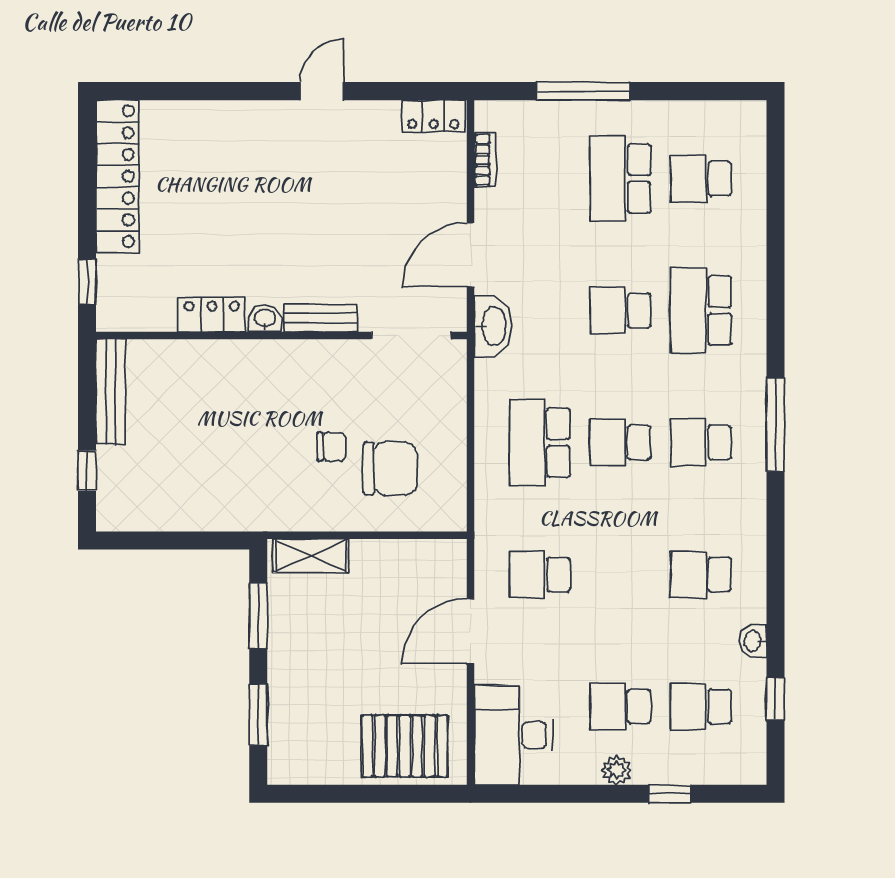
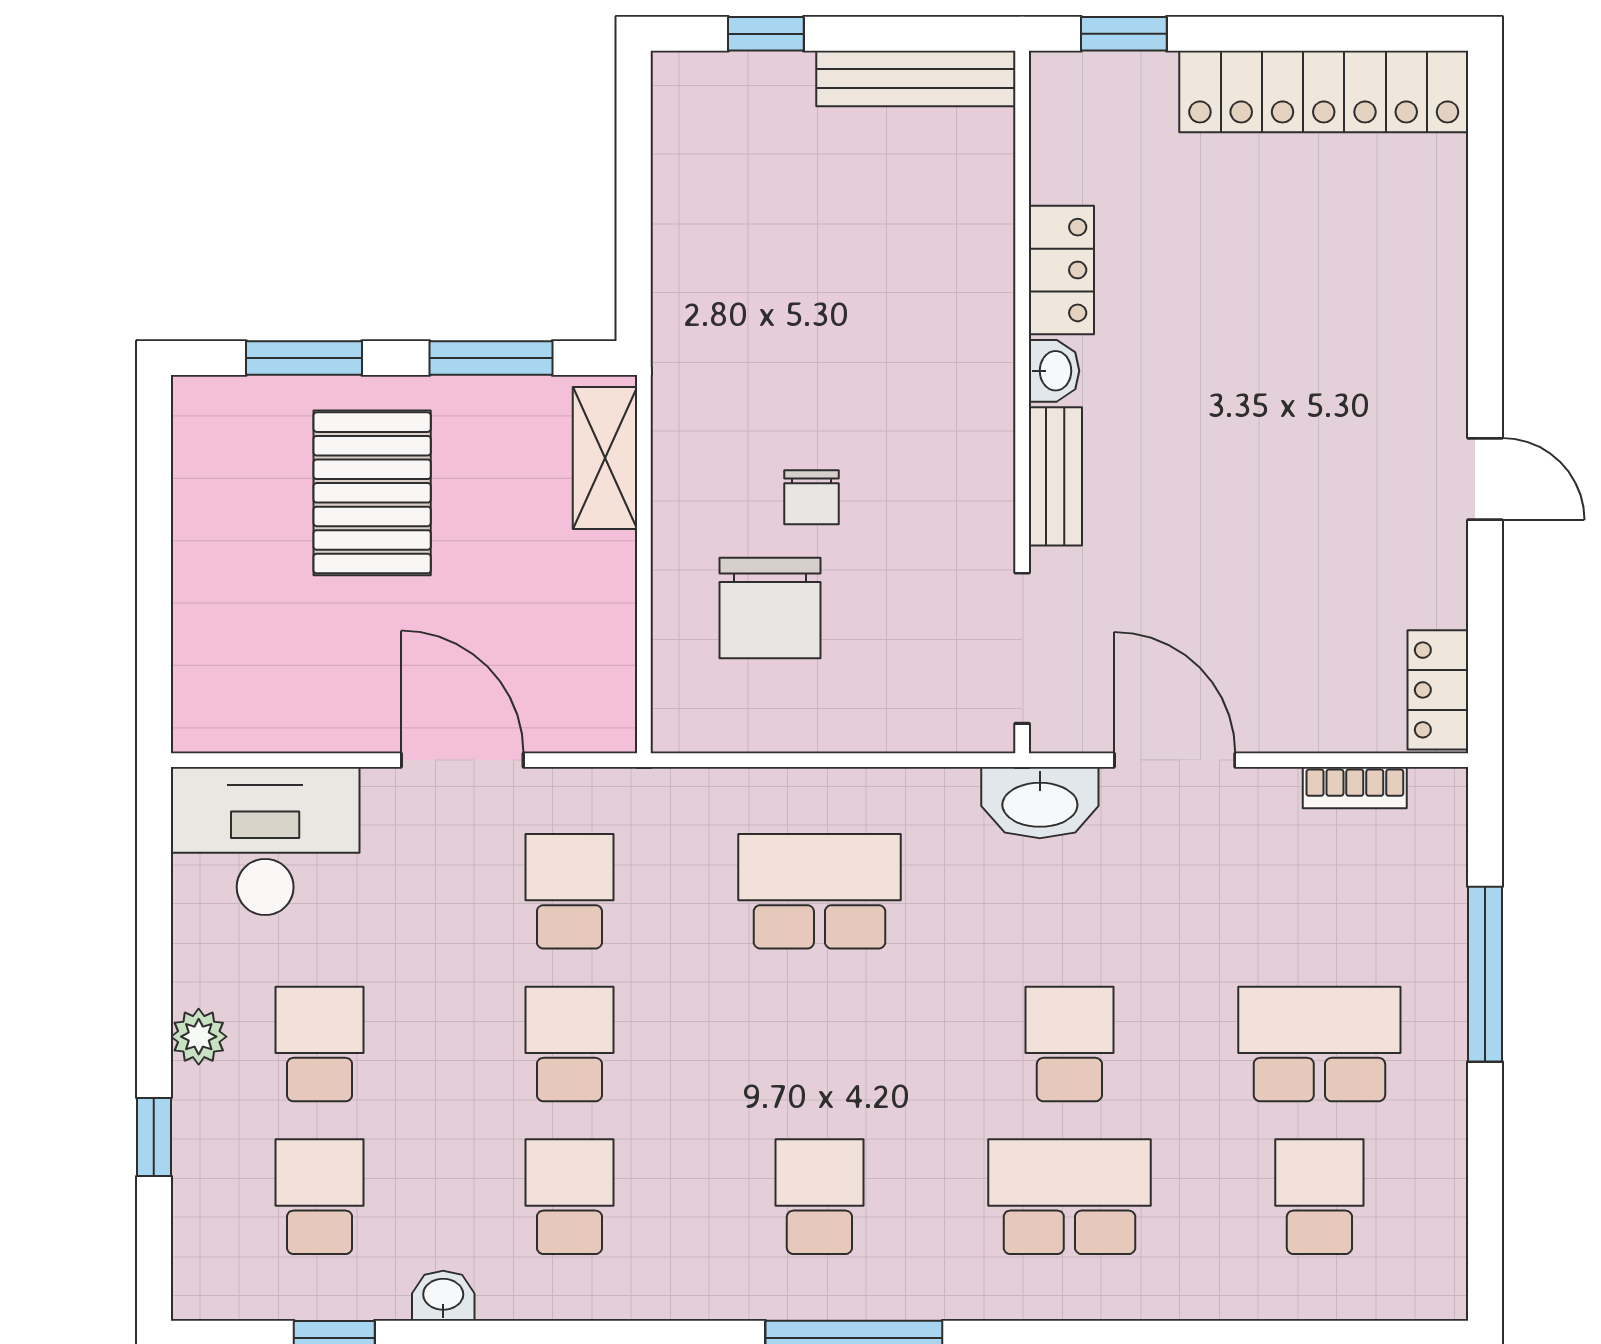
school desk: (620, 442) -> (569, 1044), moved
pallet: (405, 746) -> (372, 493), moved

